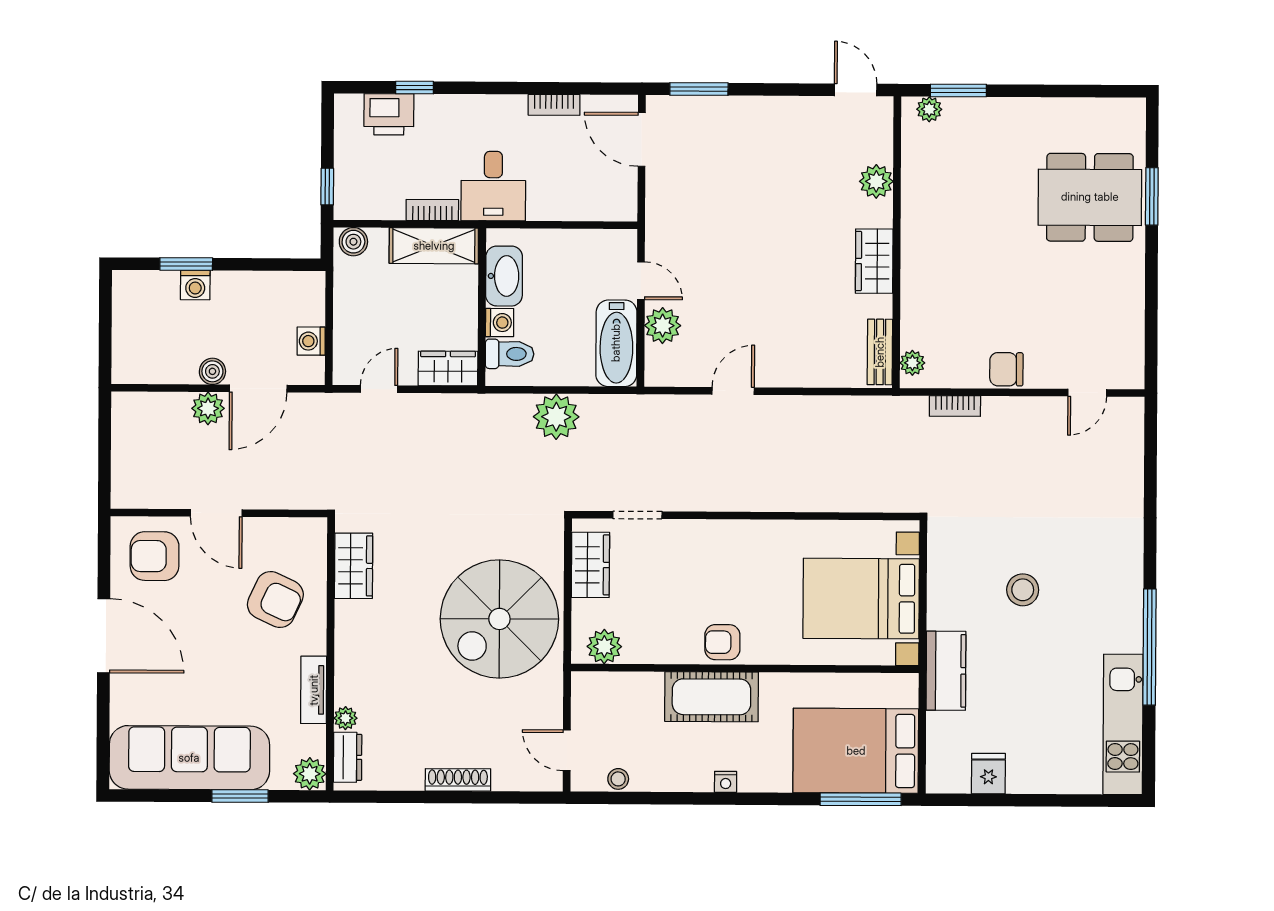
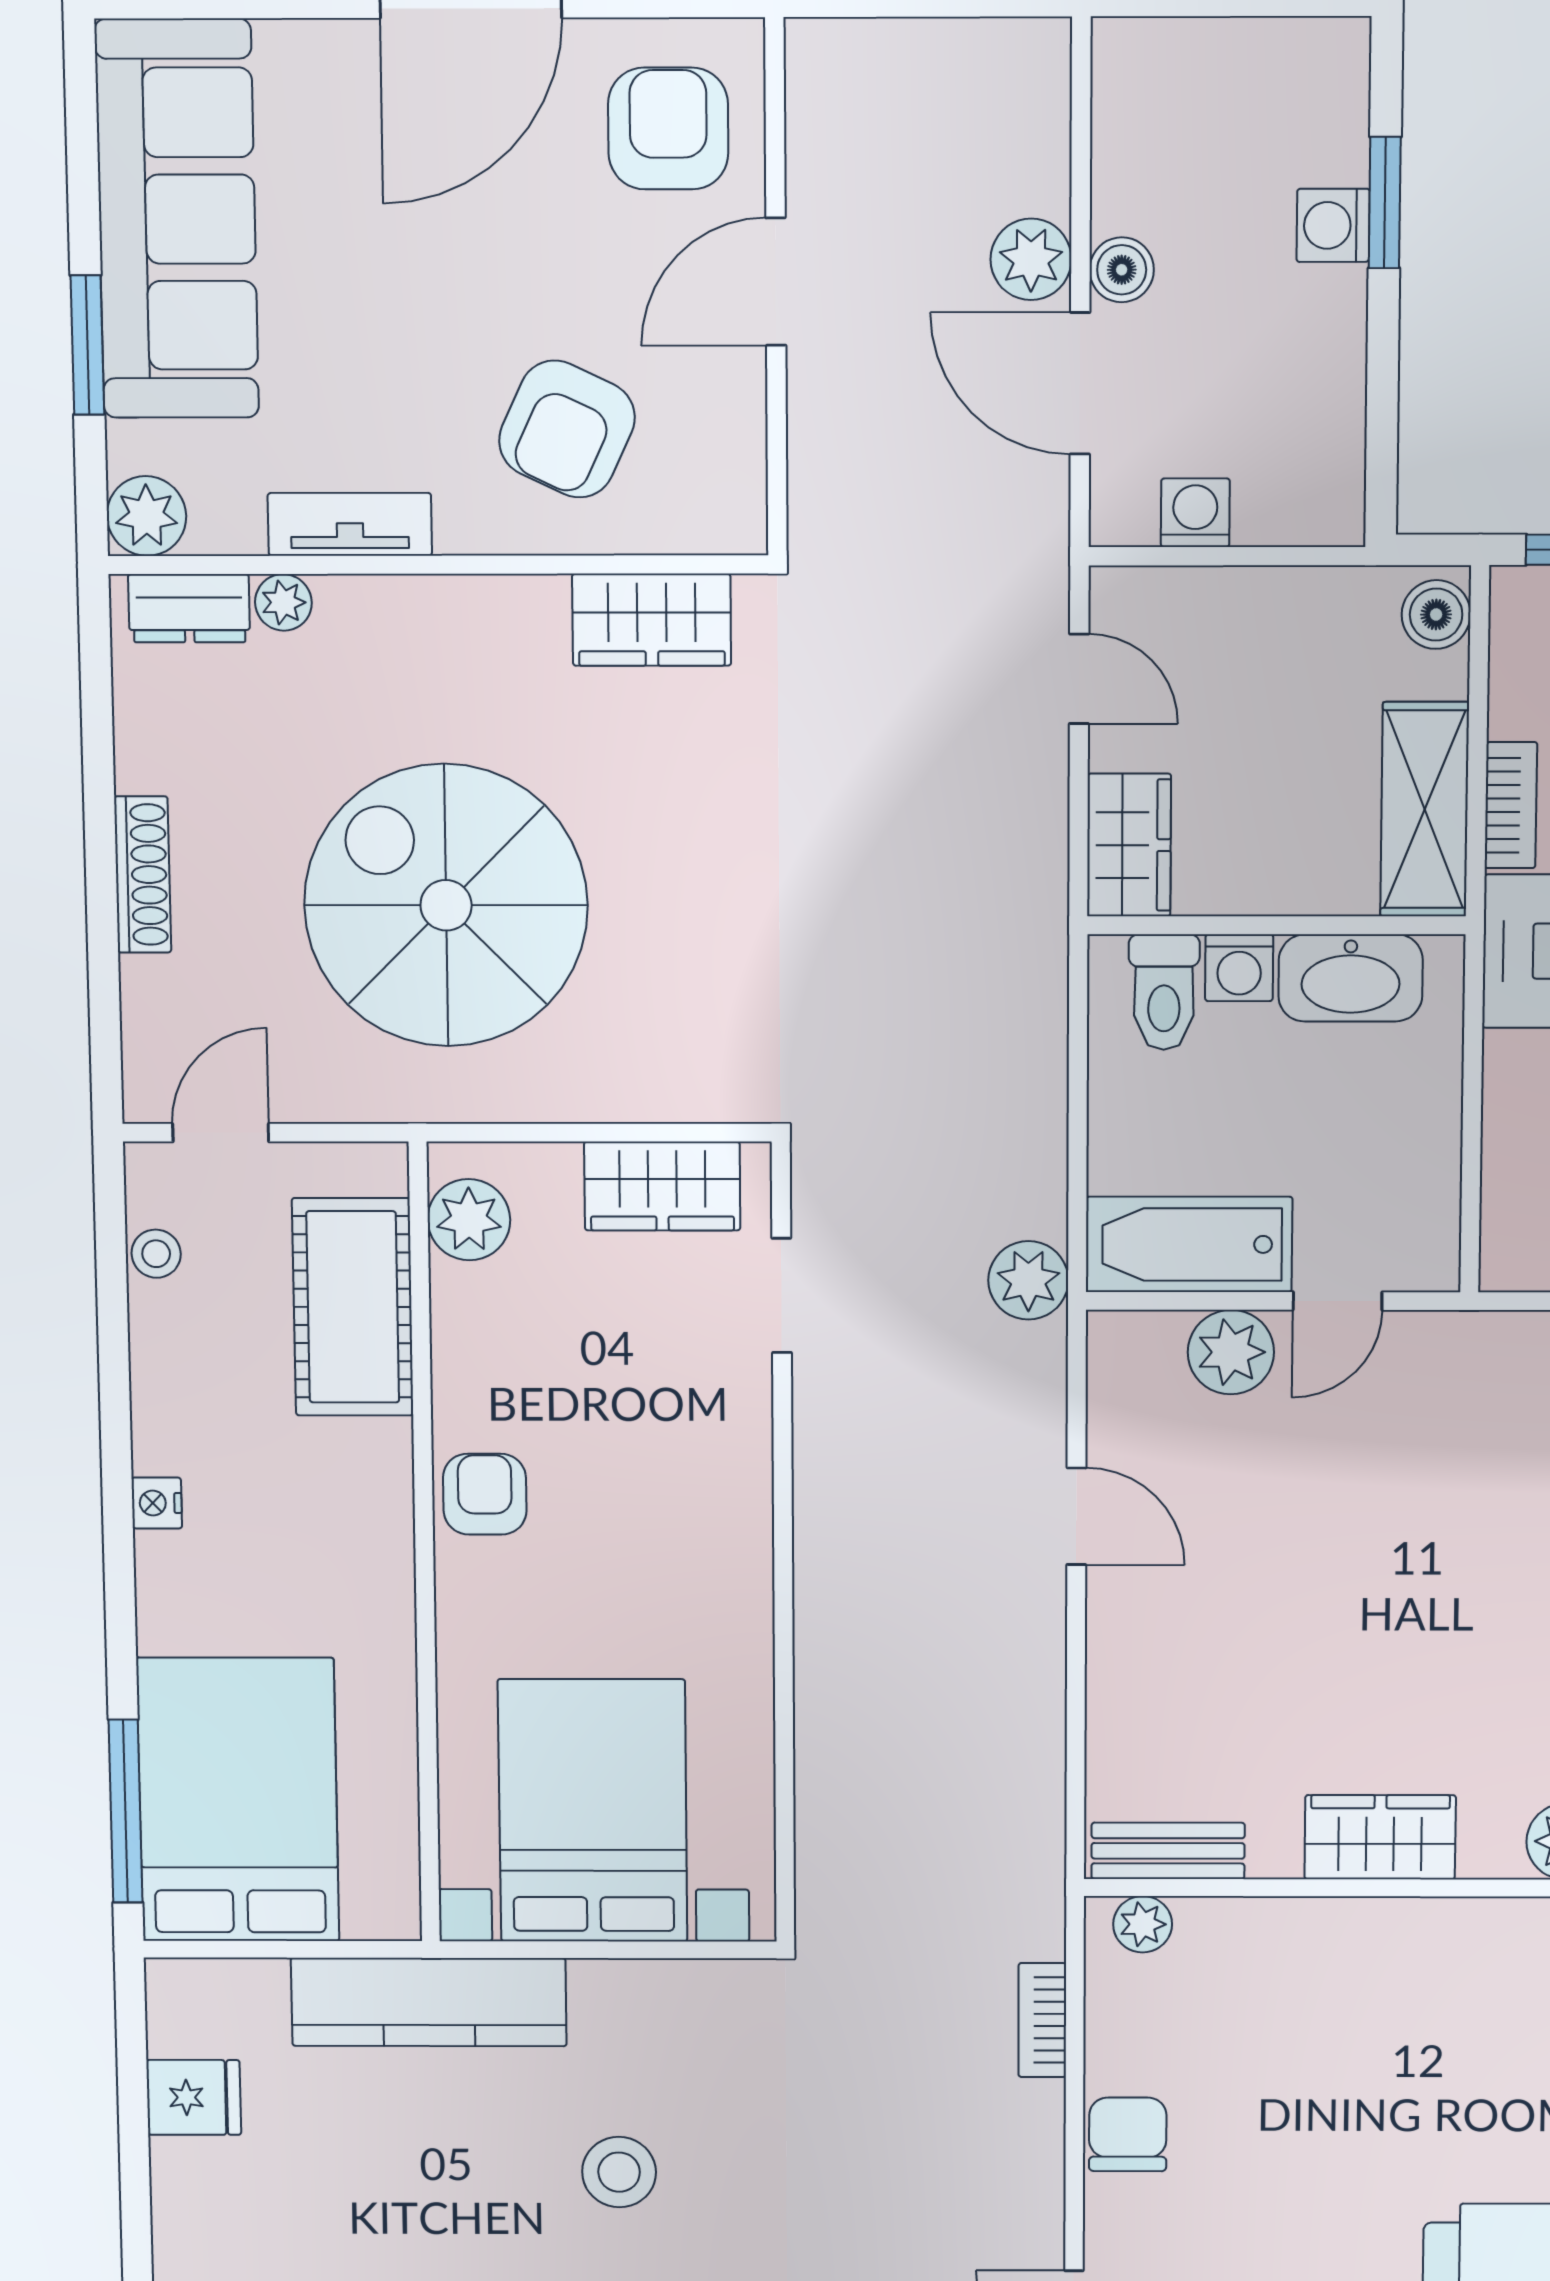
plant: (556, 417) -> (1028, 1280), moved, width x0.73, depth x0.73
spiral stairs: (499, 619) -> (446, 905), moved
kitchen counter: (946, 671) -> (429, 2002), width x1.50
cot: (711, 697) -> (353, 1307), moved

